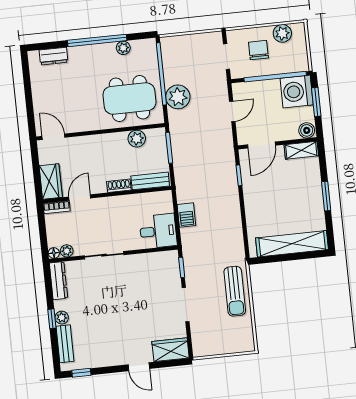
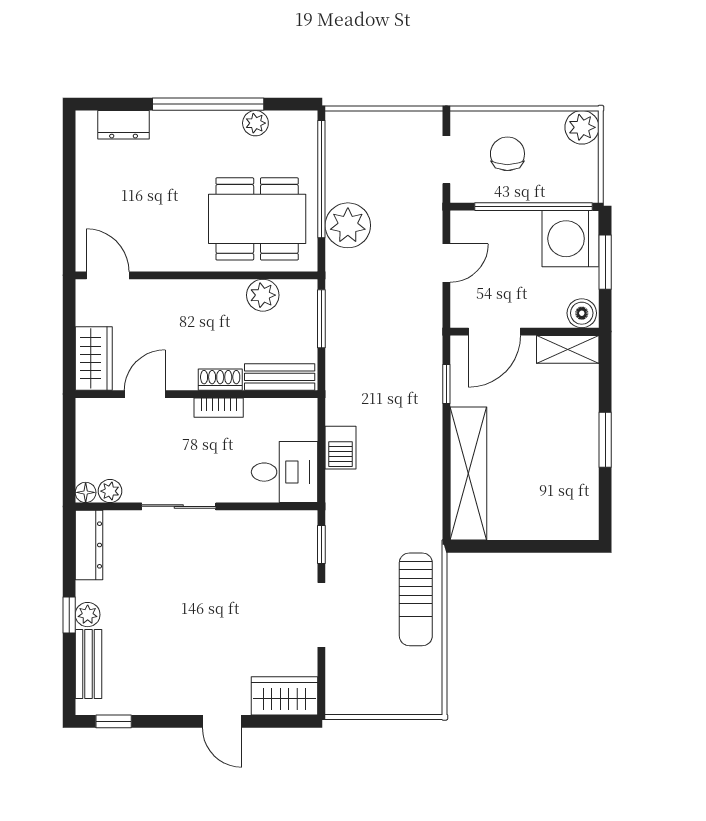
plant: (282, 33) -> (582, 127), moved
bookcase: (57, 207) -> (219, 408), moved
shelving: (292, 244) -> (468, 474), moved, turned 90

